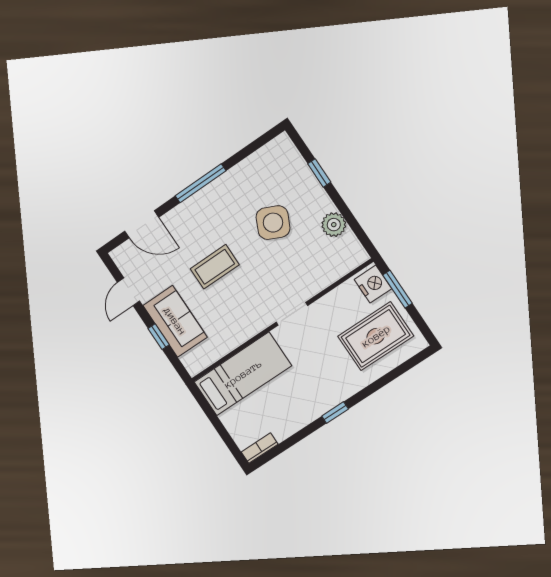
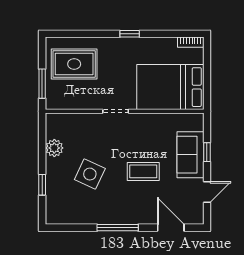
nightstand: (373, 284) -> (55, 97), removed
bed: (243, 374) -> (170, 87), width x1.50

